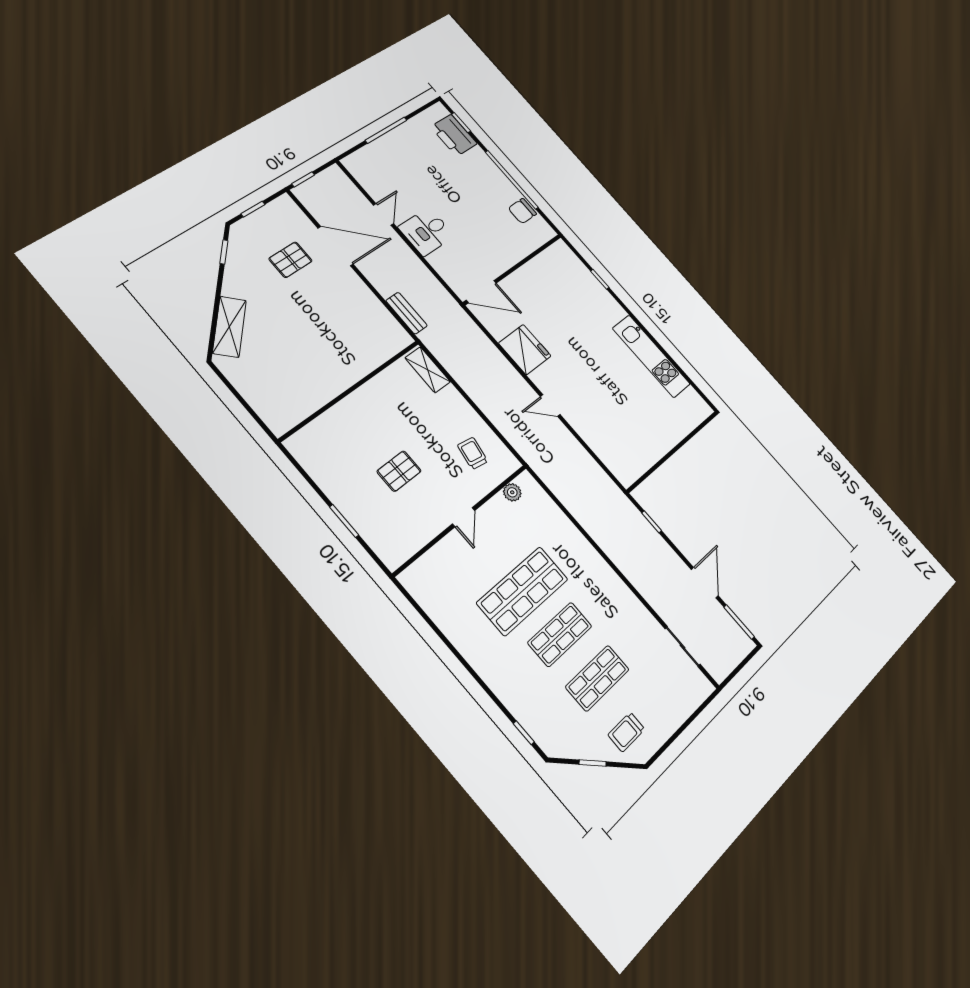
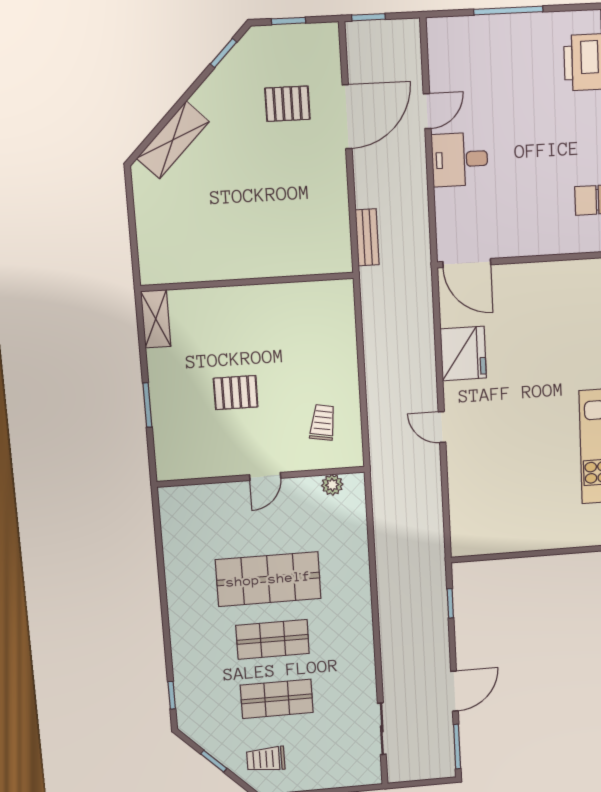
door: (336, 246) -> (347, 117), hinge flipped
shelving: (428, 370) -> (156, 319), moved

